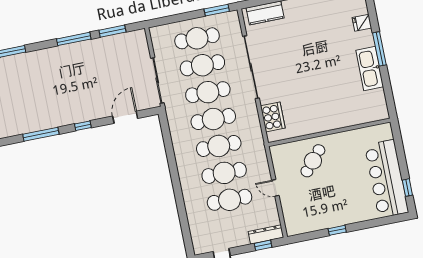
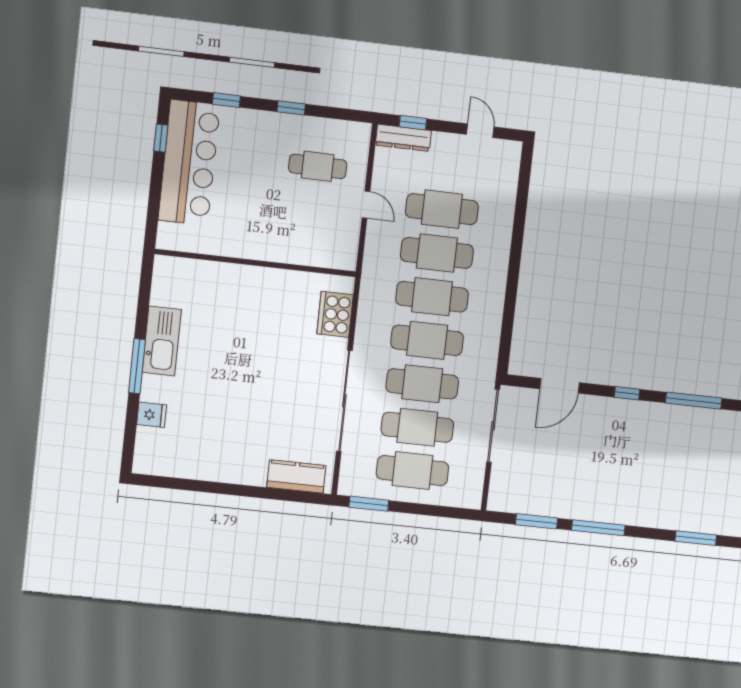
cafe table: (313, 161) -> (318, 166), moved, turned 49
window: (376, 222) -> (226, 100), added

